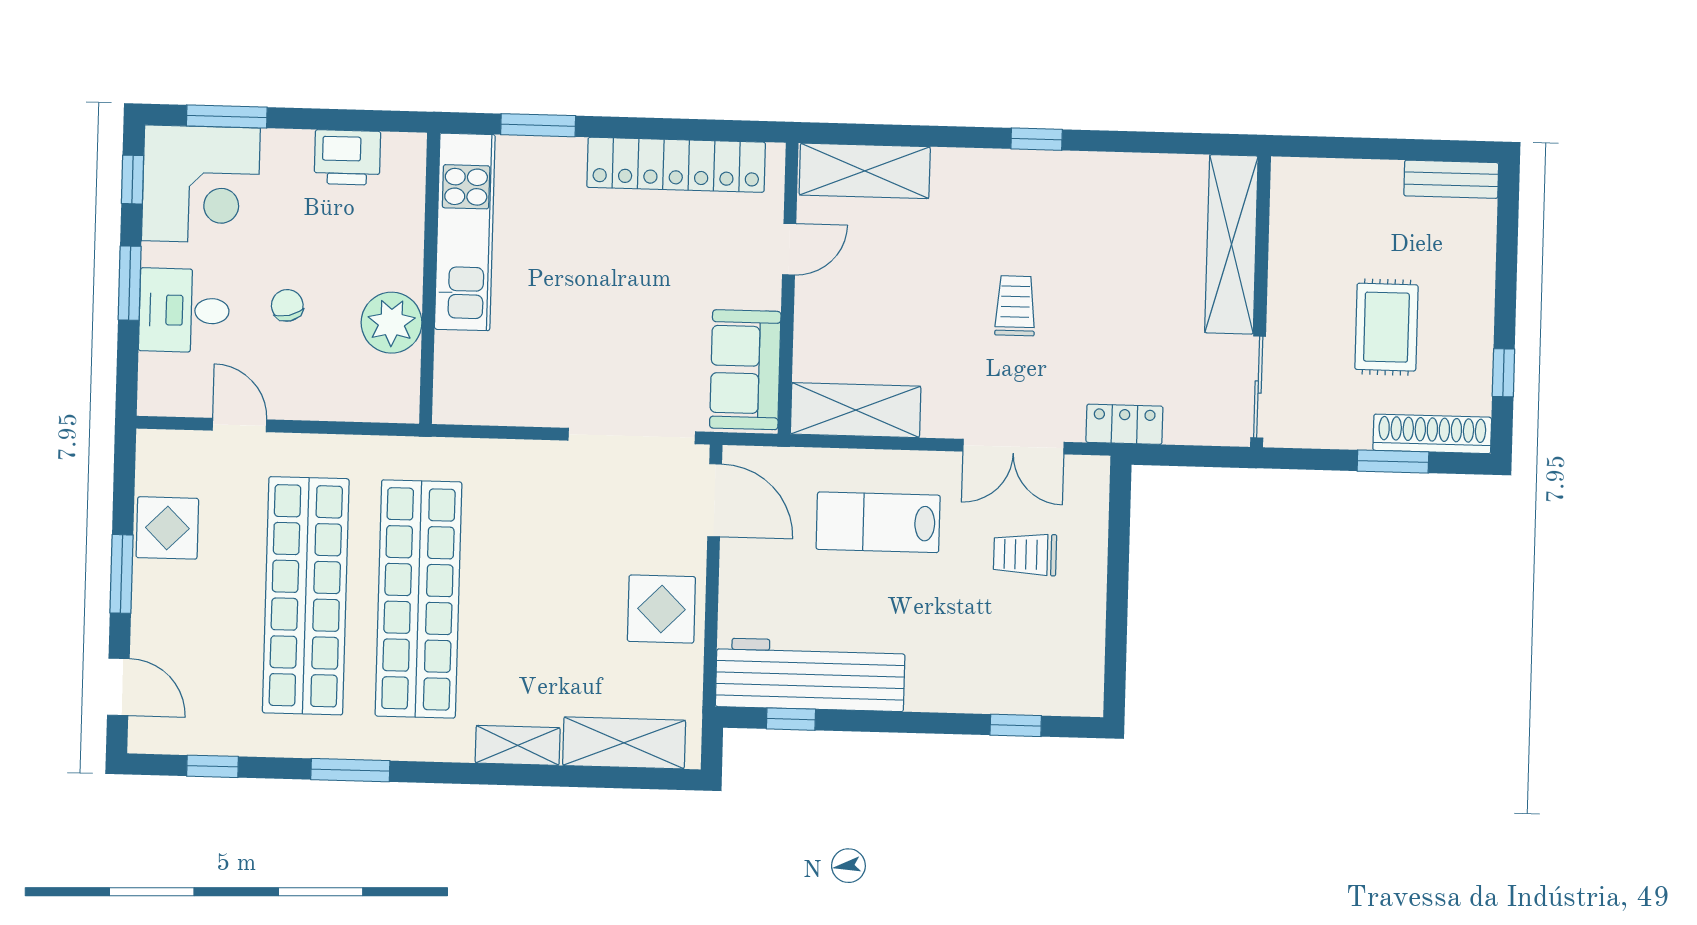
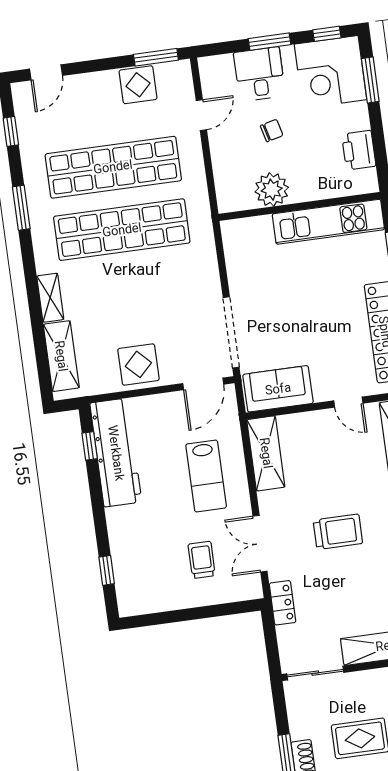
trolley: (1015, 306) -> (338, 532), width x1.36, depth x1.39
lab bench: (878, 522) -> (206, 476), turned 180
window: (122, 574) -> (156, 57), moved

